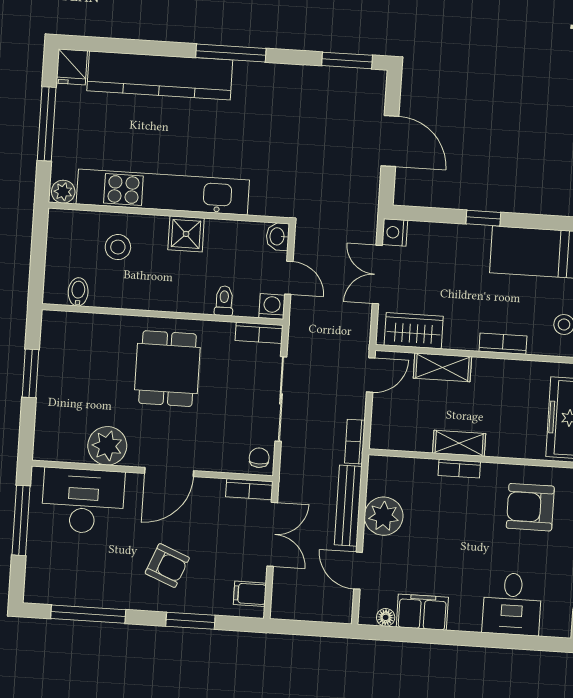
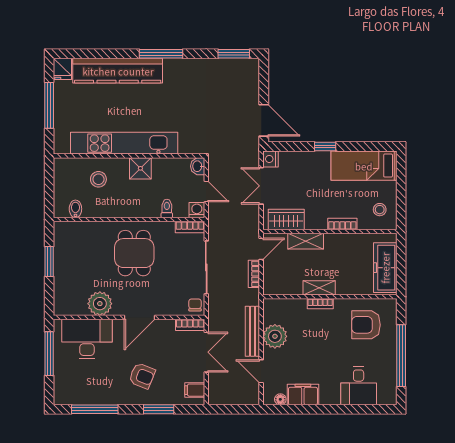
door: (390, 141) -> (264, 120), moved
plant: (63, 192) -> (62, 147), removed
bookcase: (355, 442) -> (254, 274), moved

